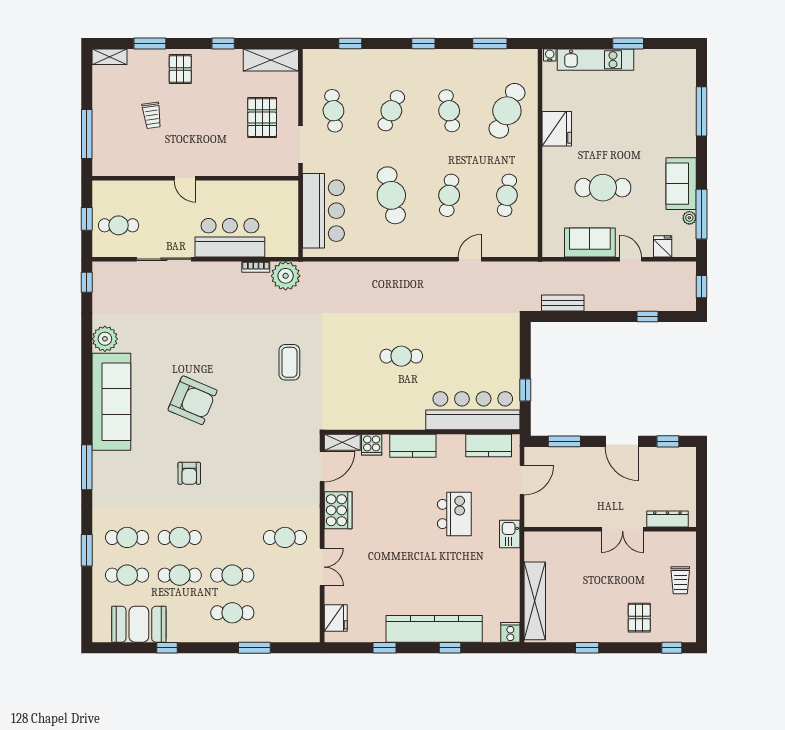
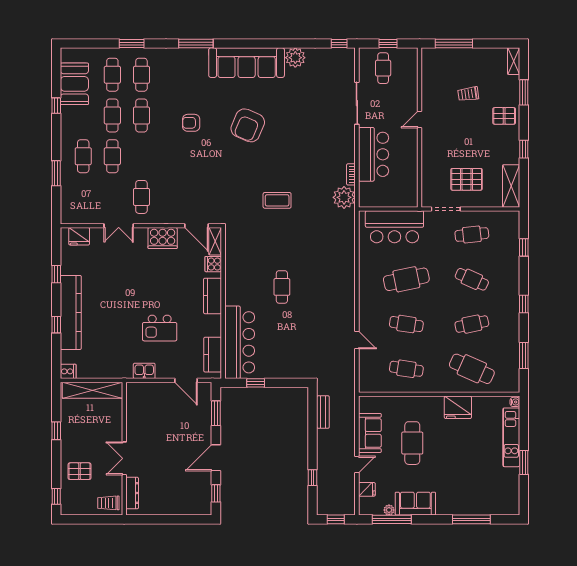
dresser: (667, 519) -> (132, 493), moved
wall: (610, 529) -> (124, 449), moved
double door: (623, 529) -> (124, 458), moved

